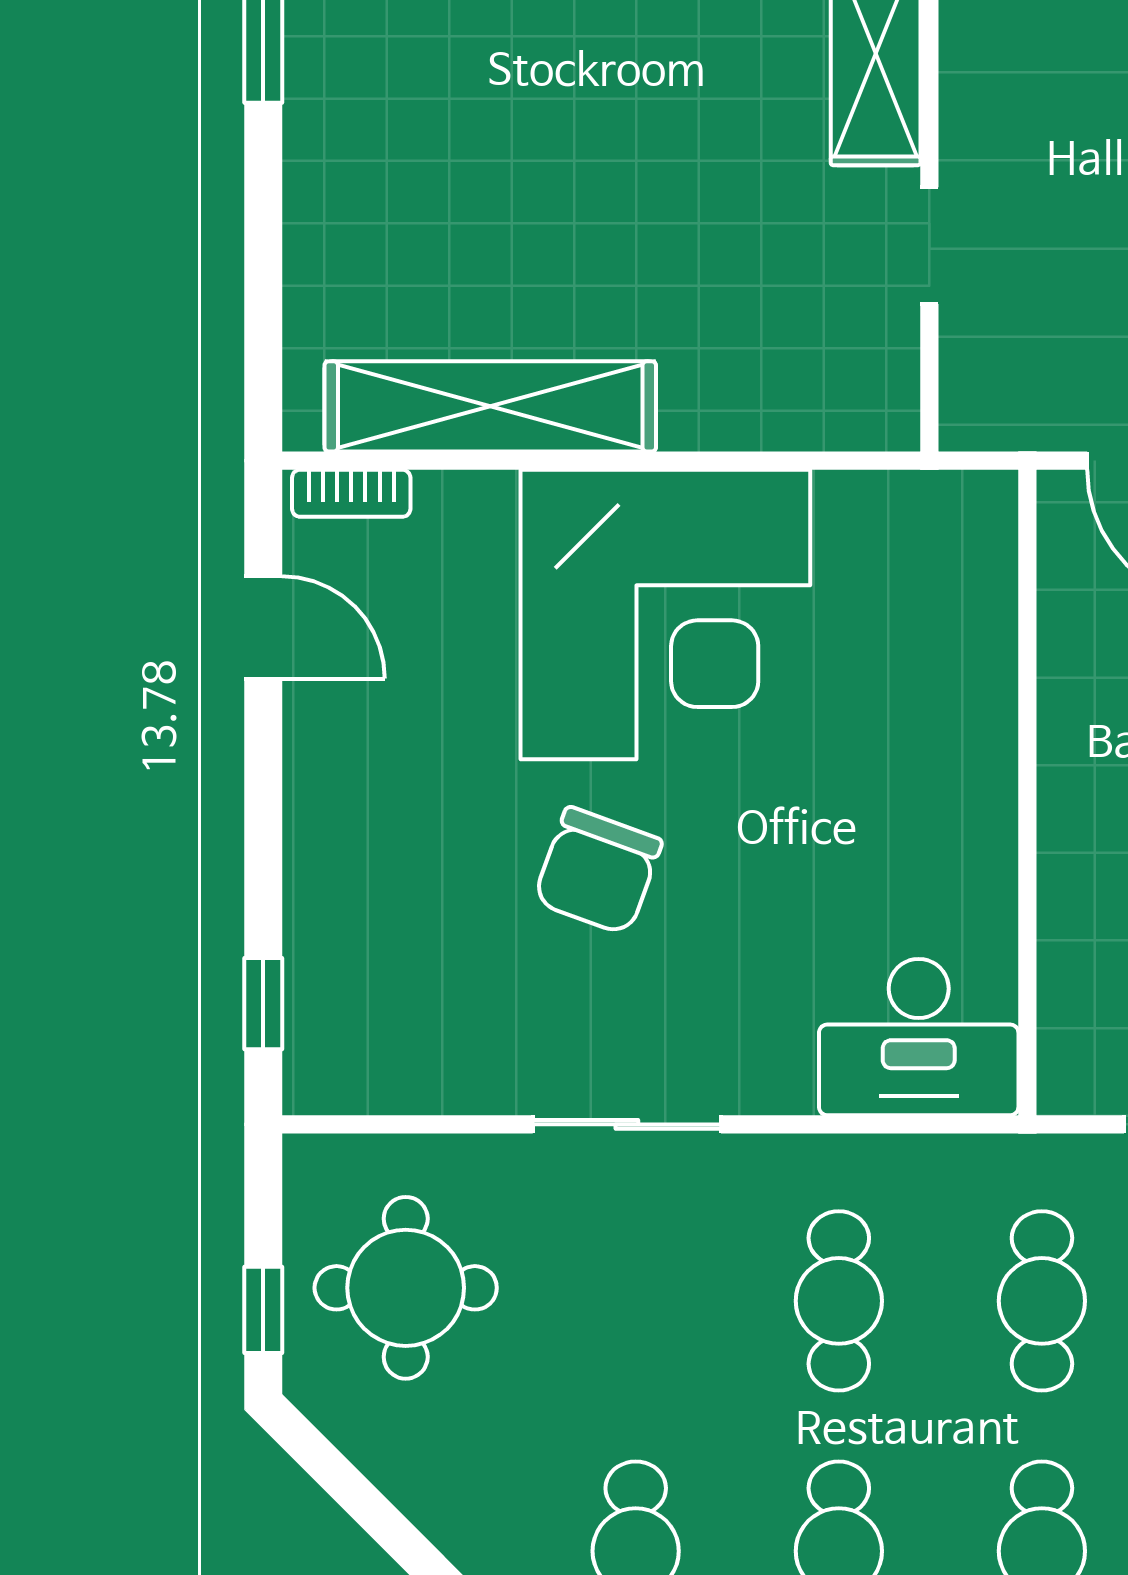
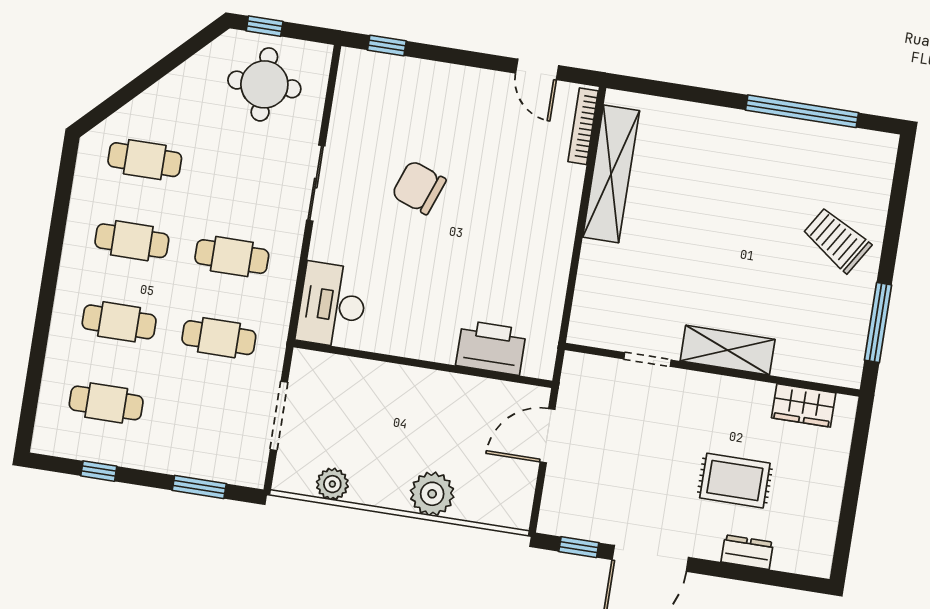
bookcase: (351, 493) -> (583, 126), width x1.56
corner desk: (665, 614) -> (517, 231), removed
door: (263, 627) -> (537, 69), hinge flipped
printer: (961, 632) -> (491, 348), added

